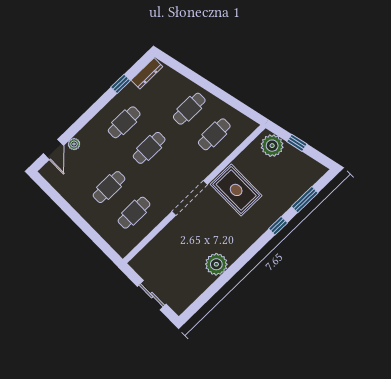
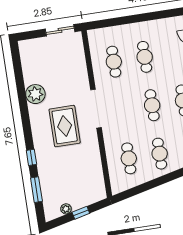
plant: (272, 146) -> (66, 209), moved, width x0.53, depth x0.53
rug: (236, 190) -> (65, 126), moved, turned 90
sliding door: (152, 295) -> (60, 30), moved

